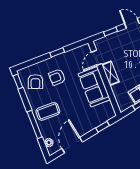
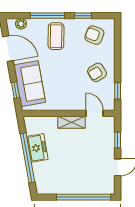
window: (57, 52) -> (118, 91), moved
armchair: (57, 77) -> (97, 72), moved, turned -122
window: (18, 82) -> (83, 16), moved
sofa: (94, 87) -> (30, 84), moved, turned 80

